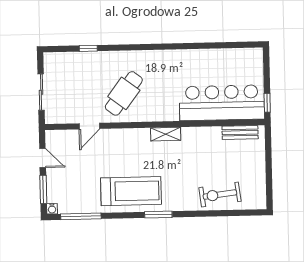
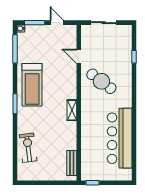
bar counter: (222, 103) -> (120, 138), moved, turned 180
door: (43, 158) -> (57, 23), swing flipped

